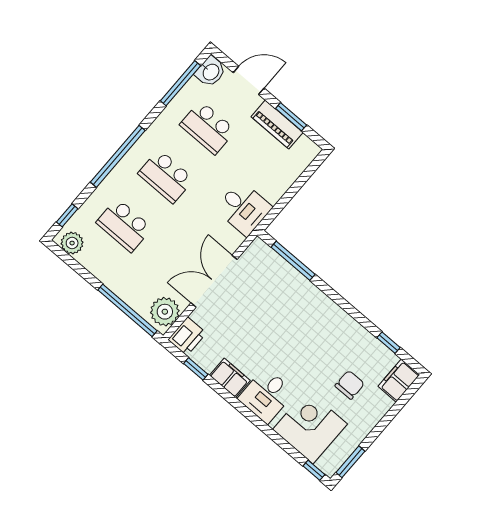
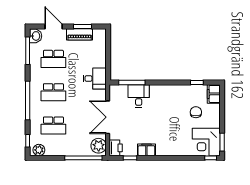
door: (249, 80) -> (54, 27), hinge flipped
desk: (266, 395) -> (139, 96), moved, turned 180
corner desk: (310, 427) -> (206, 142), moved, turned -90

